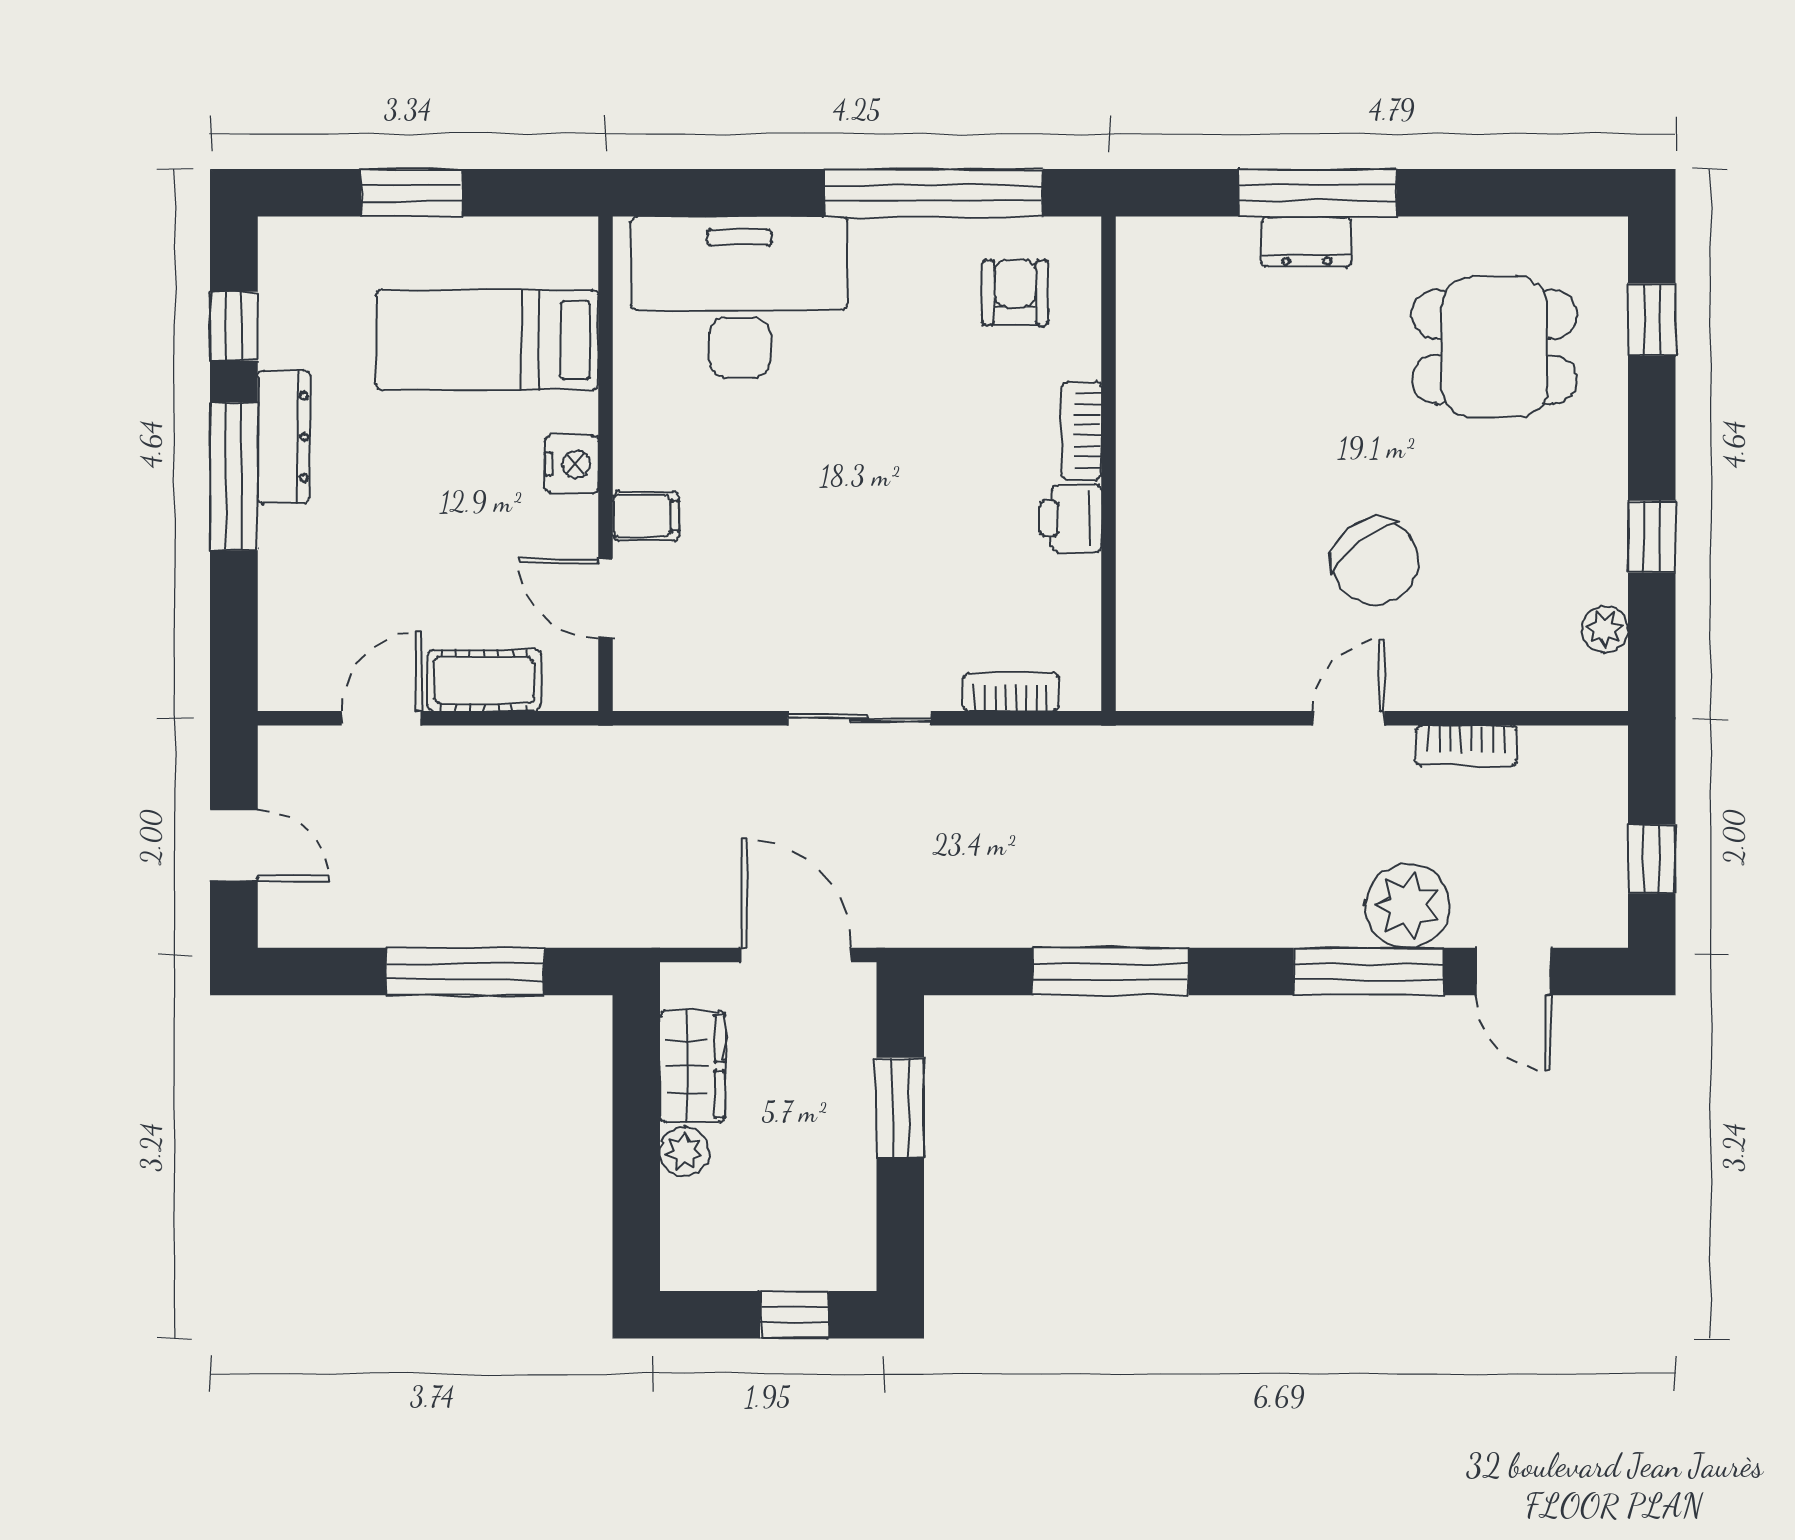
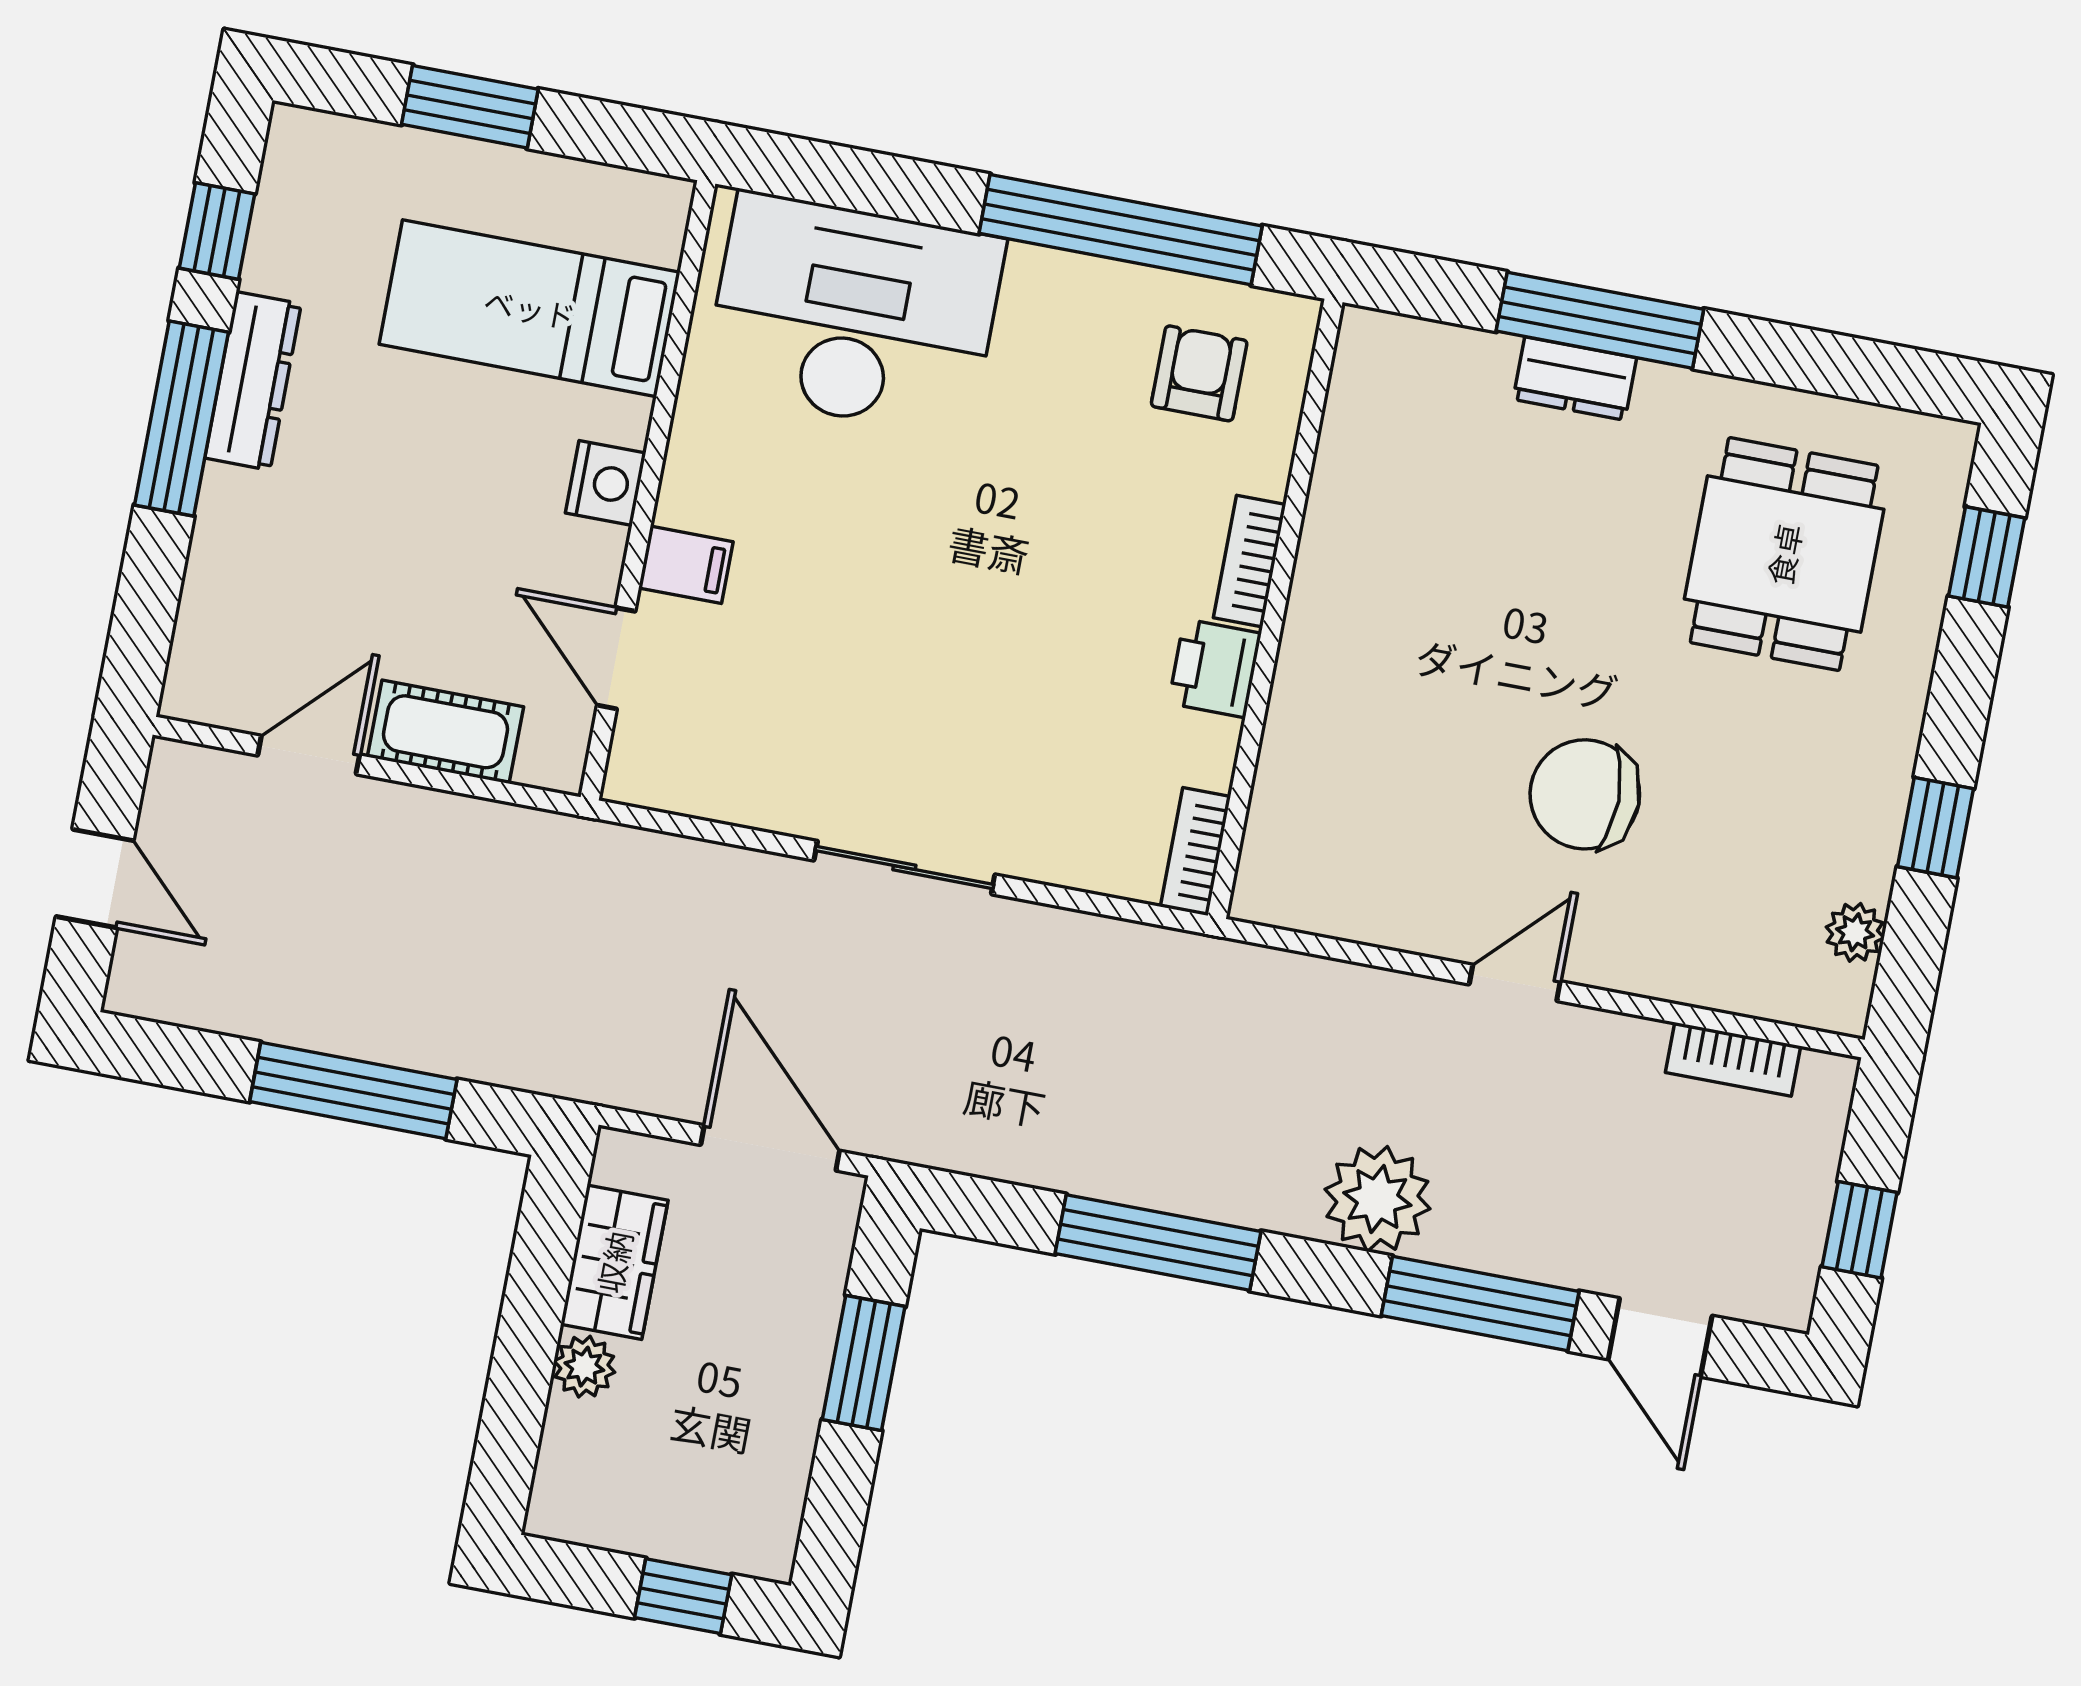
dining table: (1494, 347) -> (1784, 554), turned 90
chair: (1375, 562) -> (1585, 794), turned 128
bookcase: (1011, 692) -> (1195, 851), moved, turned -90
bookcase: (1466, 746) -> (1733, 1059), moved
plant: (1407, 906) -> (1377, 1199), moved

